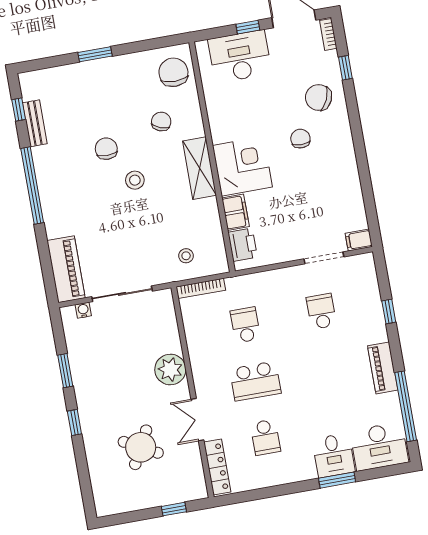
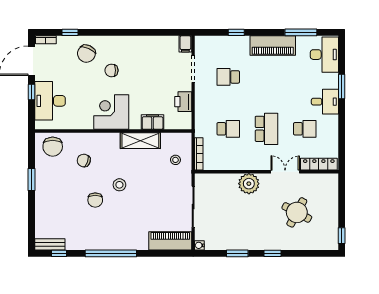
window: (95, 54) -> (32, 179), moved
chair: (173, 72) -> (53, 147), turned -90
bench: (35, 123) -> (50, 244), moved
chair: (106, 149) -> (95, 200), turned -90
corner desk: (242, 166) -> (111, 112), moved
shelving: (200, 168) -> (140, 141), moved
printer: (243, 245) -> (183, 102), moved, turned -90
water cooler: (83, 310) -> (199, 245), moved
school desk: (245, 325) -> (228, 129), turned 180
piano: (383, 368) -> (273, 45), width x1.37, depth x1.33
window: (406, 406) -> (301, 32), width x0.68
double door: (197, 420) -> (285, 172), swing flipped
desk: (334, 455) -> (325, 102), moved
window: (174, 509) -> (342, 236), moved

